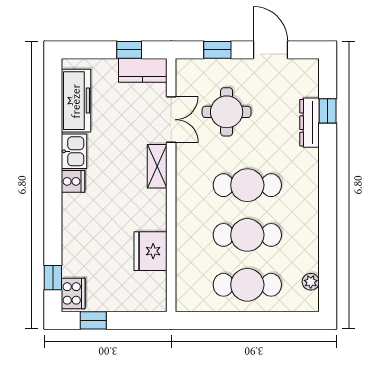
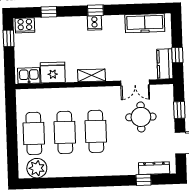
dresser: (310, 123) -> (154, 168), moved
kitchen sink: (74, 151) -> (29, 76), moved, turned 180
shelving: (157, 166) -> (91, 75), moved
window: (53, 179) -> (95, 10), added
window: (53, 278) -> (49, 12), moved
plant: (311, 282) -> (37, 168), width x1.88, depth x1.88

